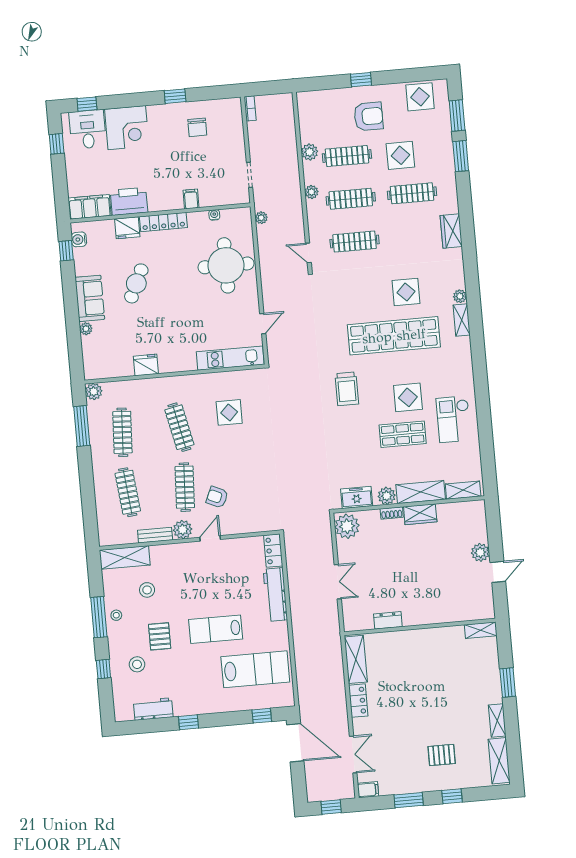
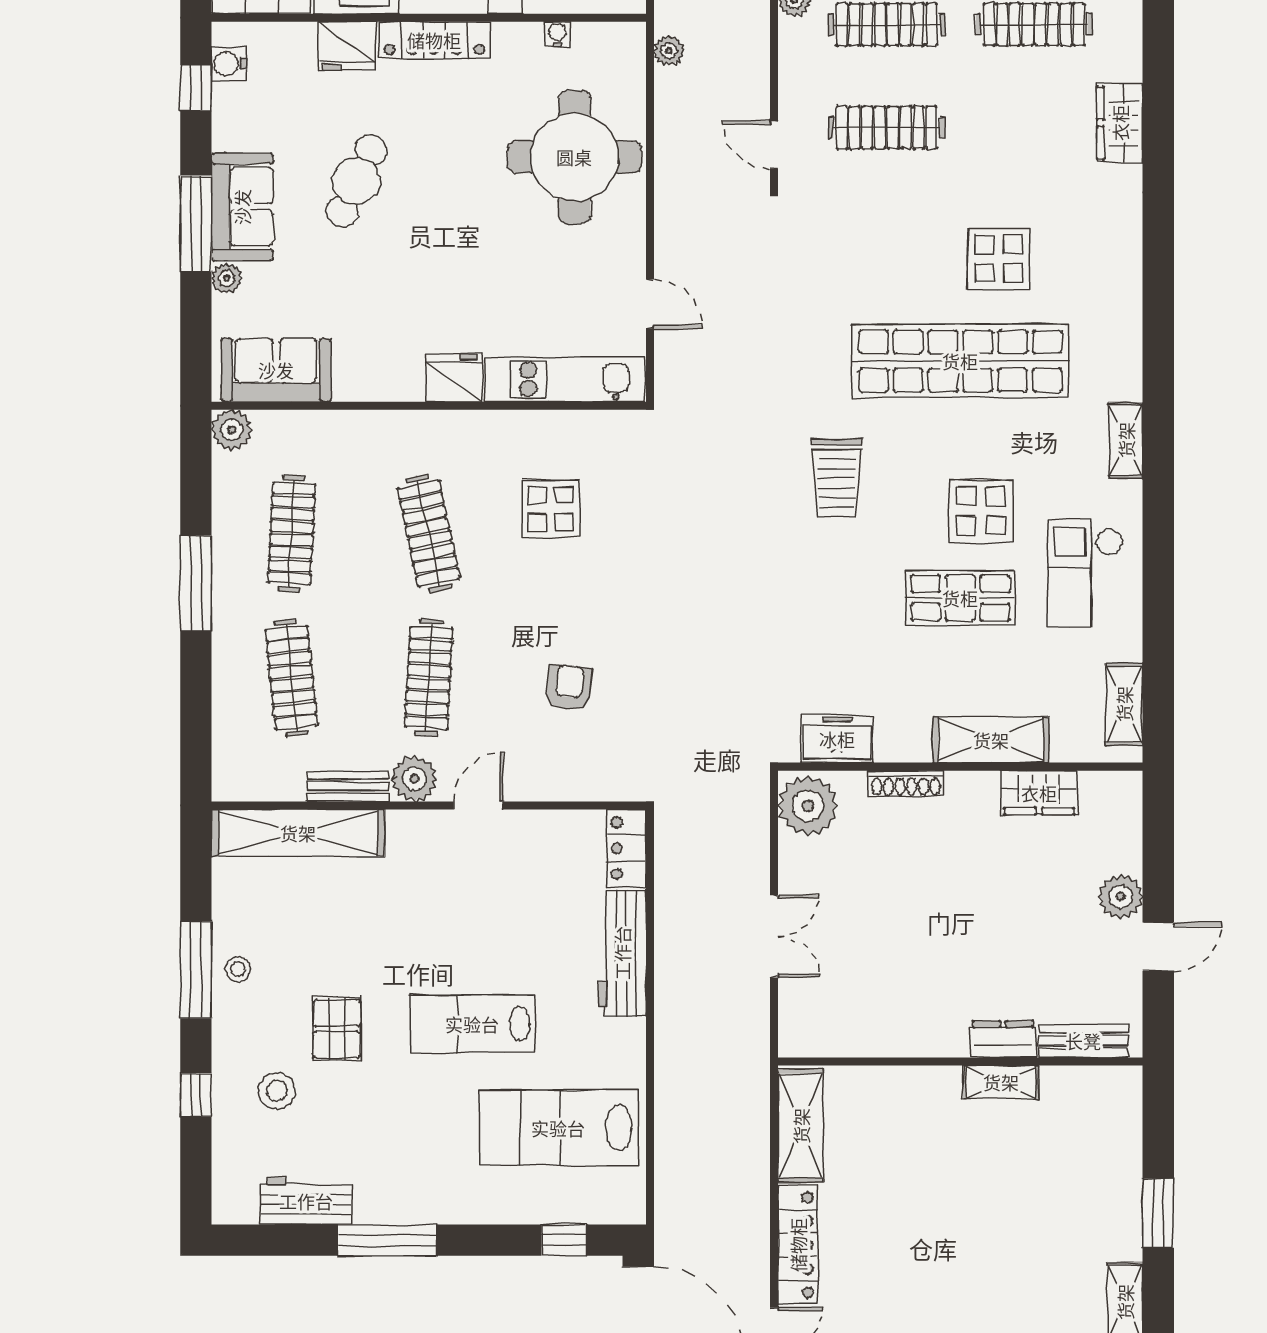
plant: (460, 296) -> (1127, 281), removed
window: (71, 307) -> (196, 224), added
shelving: (462, 320) -> (1126, 440), moved
door: (263, 324) -> (650, 304), hinge flipped
sofa: (110, 365) -> (276, 370), added
fridge: (146, 365) -> (454, 378), moved
window: (82, 426) -> (196, 583), moved
shelving: (463, 490) -> (1124, 704), moved, turned 90
plant: (387, 496) -> (909, 742), removed
armchair: (217, 497) -> (569, 687), moved, turned 72
shoe rack: (392, 513) -> (906, 783), width x1.43
wardrobe: (420, 514) -> (1039, 793), moved
shelving: (125, 557) -> (298, 833), width x1.47
stool: (147, 590) -> (317, 915), removed
bench: (470, 614) -> (1083, 1041), added
dresser: (388, 620) -> (1003, 1039), moved
shelving: (481, 630) -> (1001, 1082), moved
lab bench: (255, 669) -> (558, 1128), turned 180
locker: (358, 701) -> (798, 1245), width x1.53
window: (189, 722) -> (388, 1240), width x2.17

